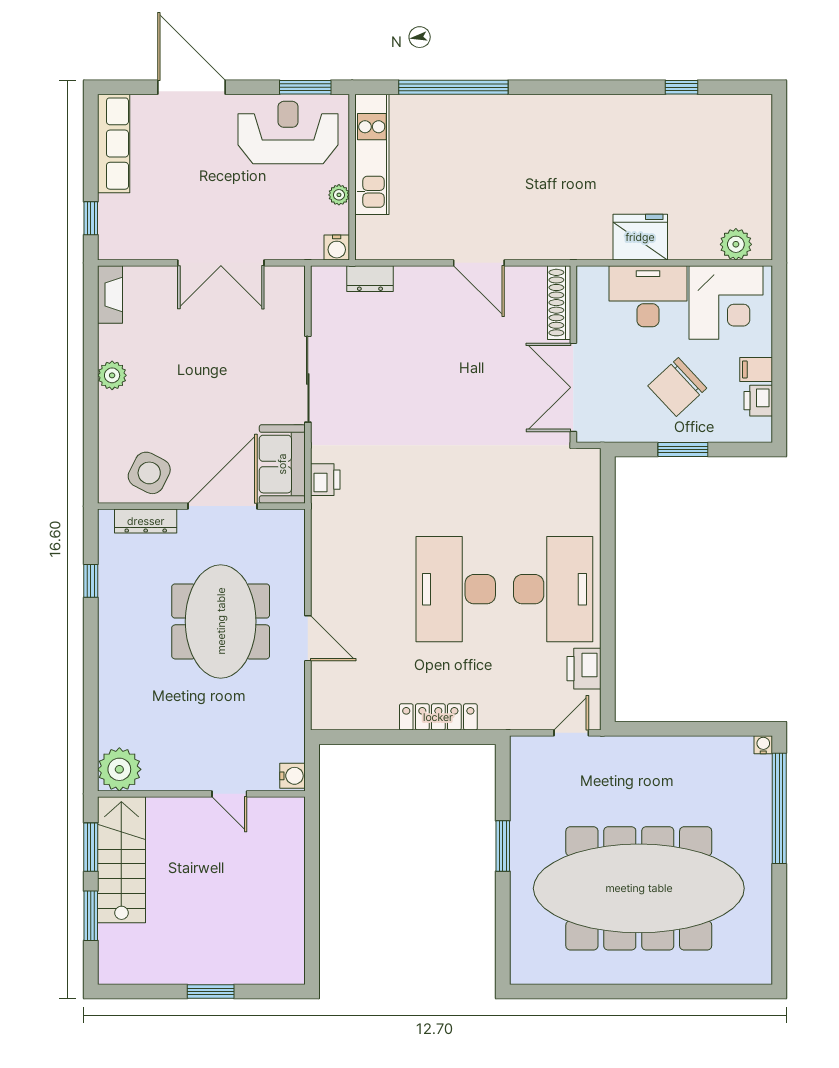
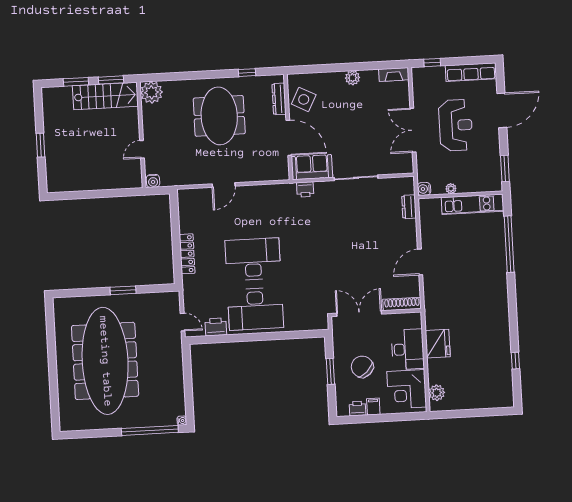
reception desk: (288, 132) -> (456, 125), moved
meeting table: (221, 621) -> (219, 116), moved, turned 90

